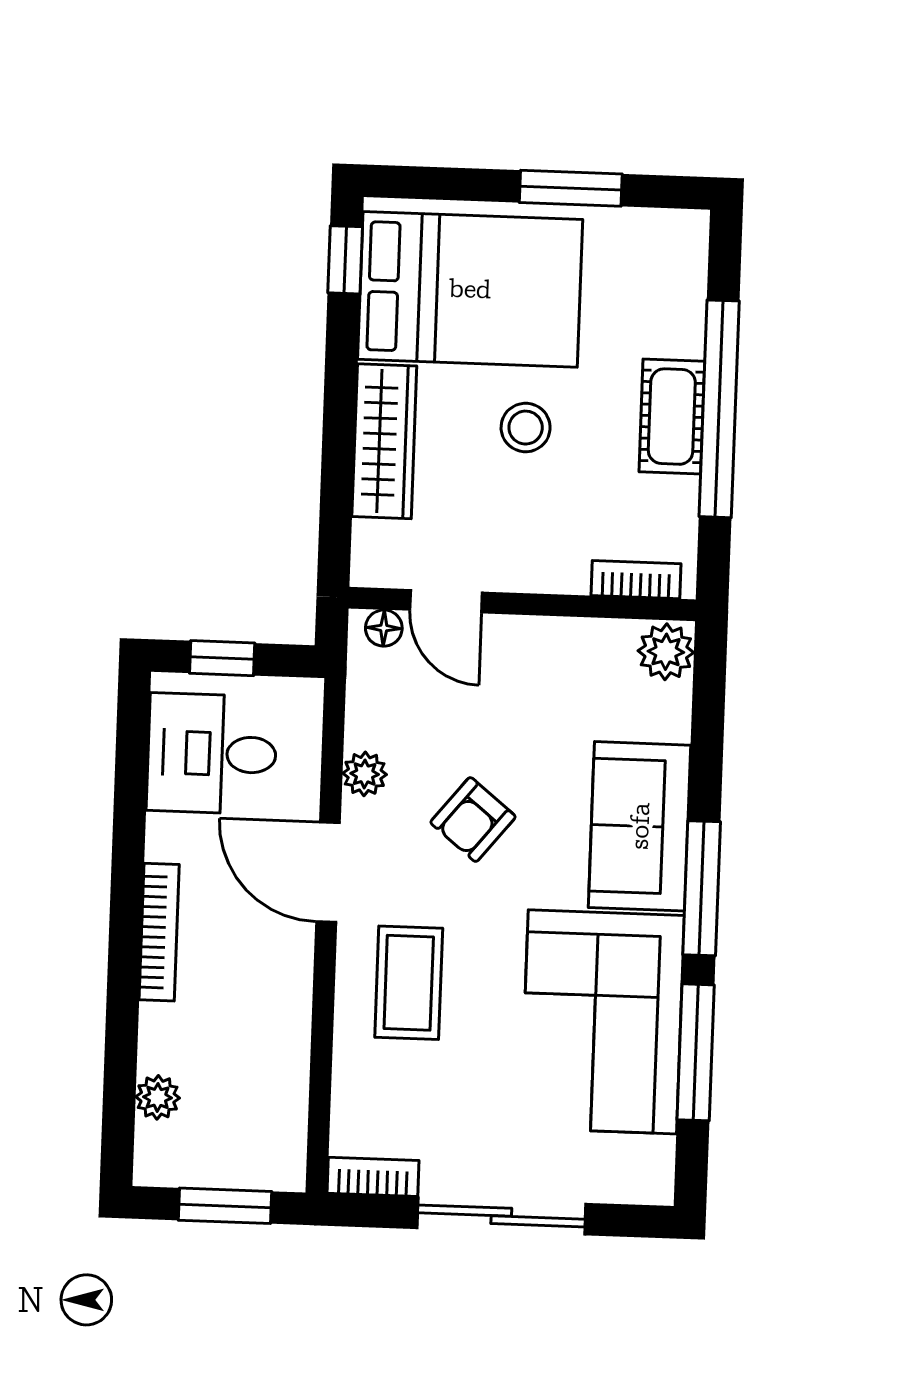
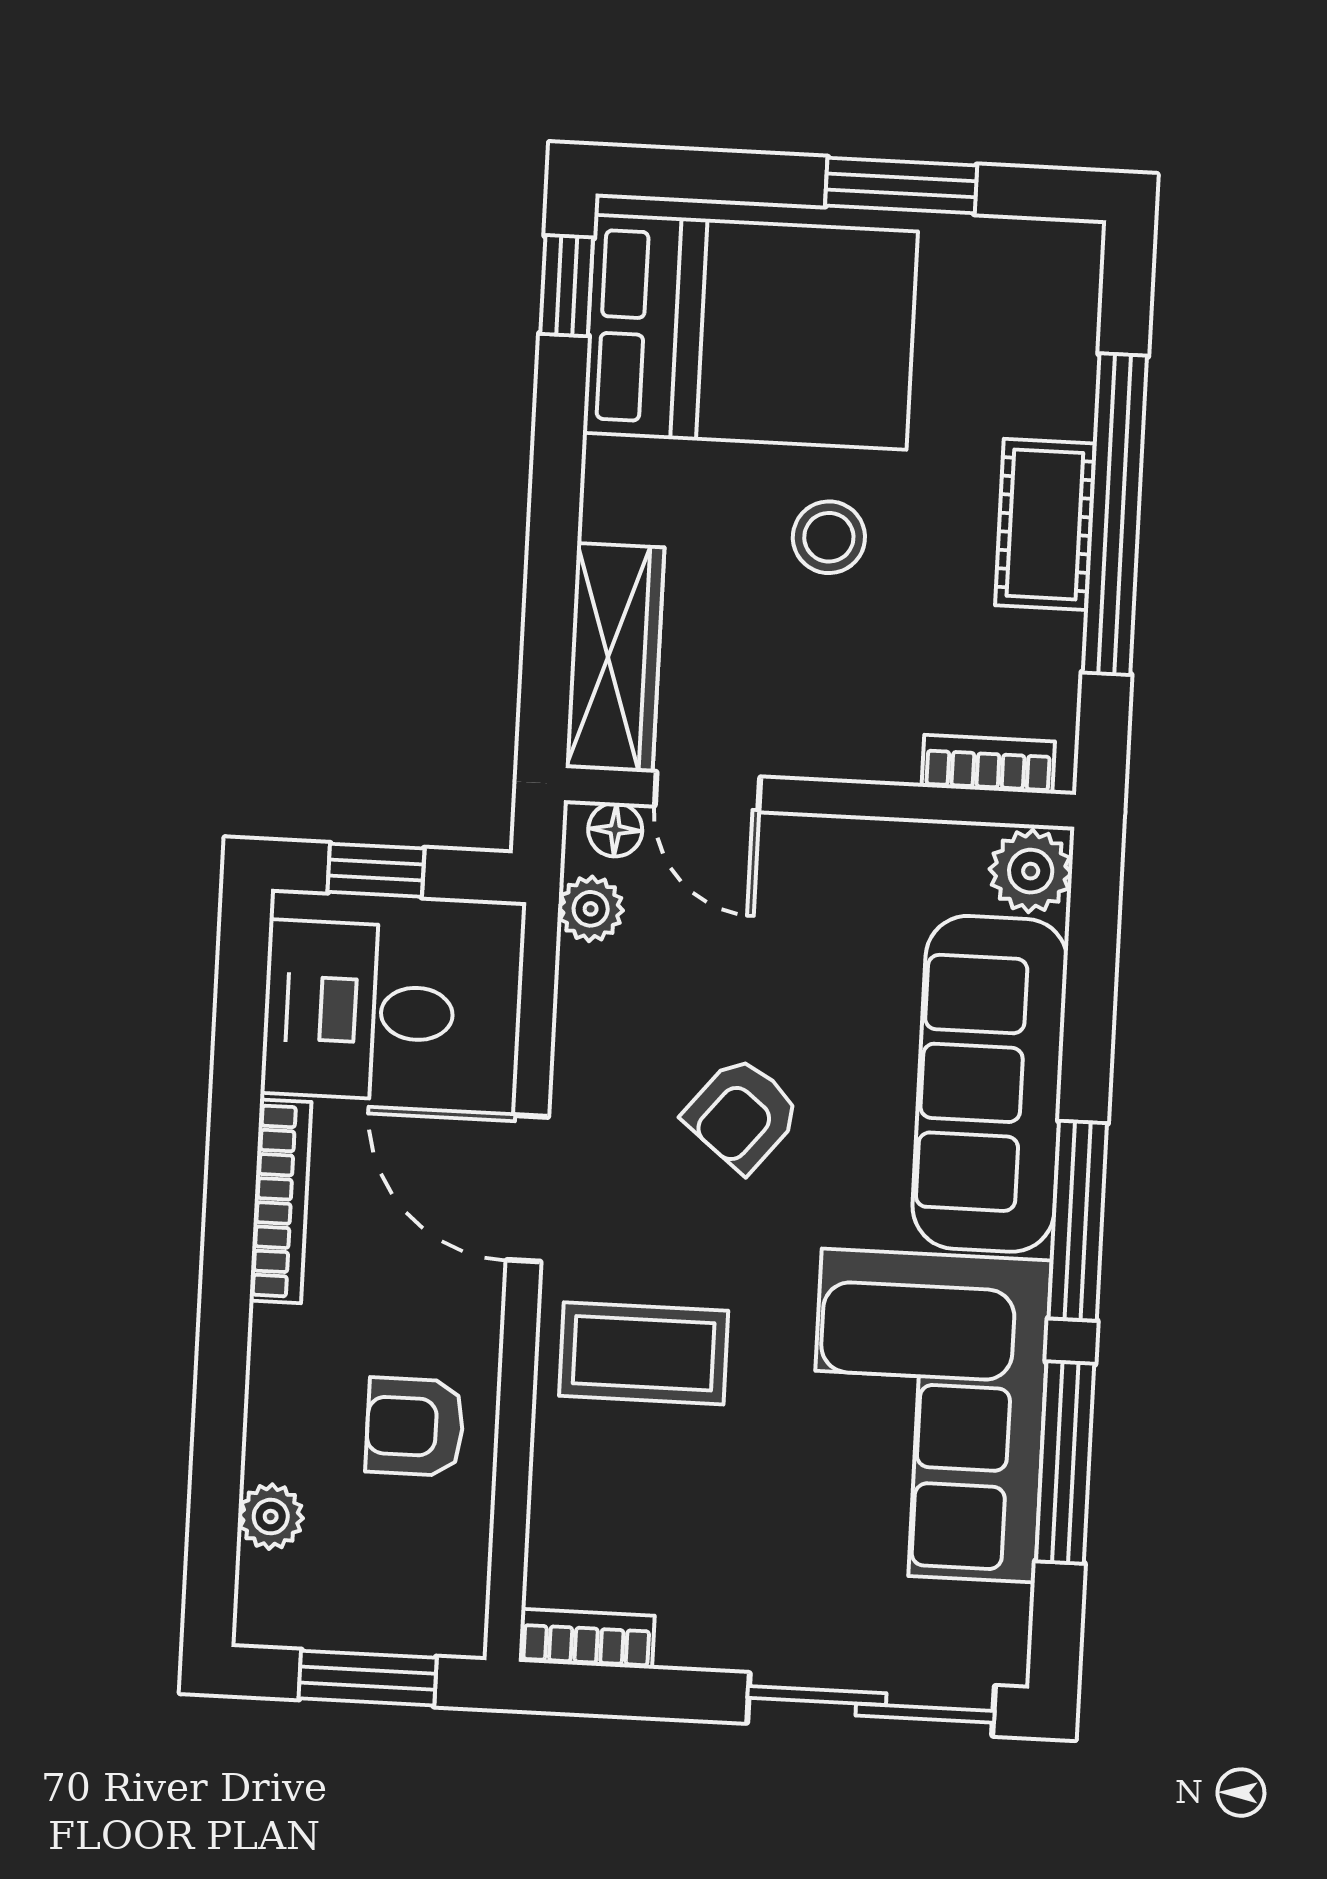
wardrobe: (384, 441) -> (615, 658), moved
plant: (365, 774) -> (591, 909), moved
sofa: (640, 826) -> (990, 1084), width x1.36
bookcase: (159, 932) -> (280, 1201), moved
coffee table: (409, 983) -> (644, 1353), turned 90
armchair: (254, 1035) -> (415, 1427), added
sliding door: (501, 1216) -> (871, 1704), moved

